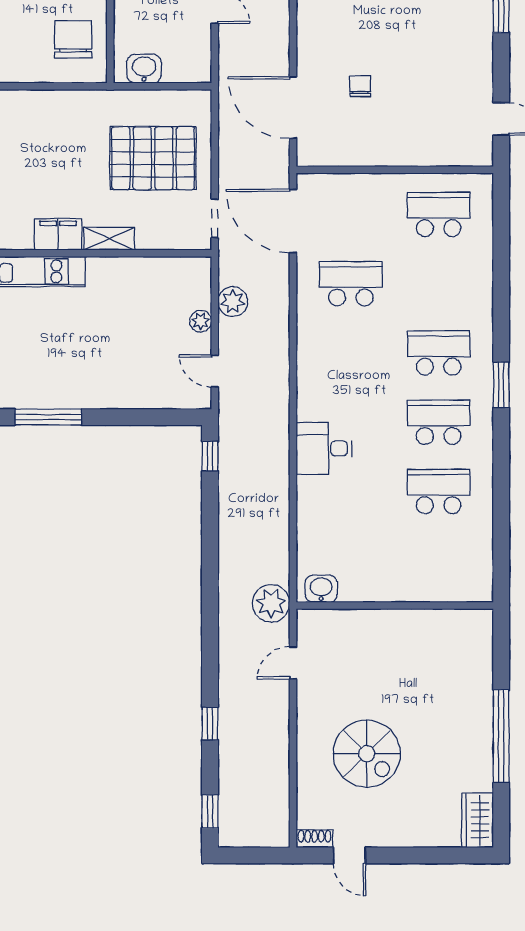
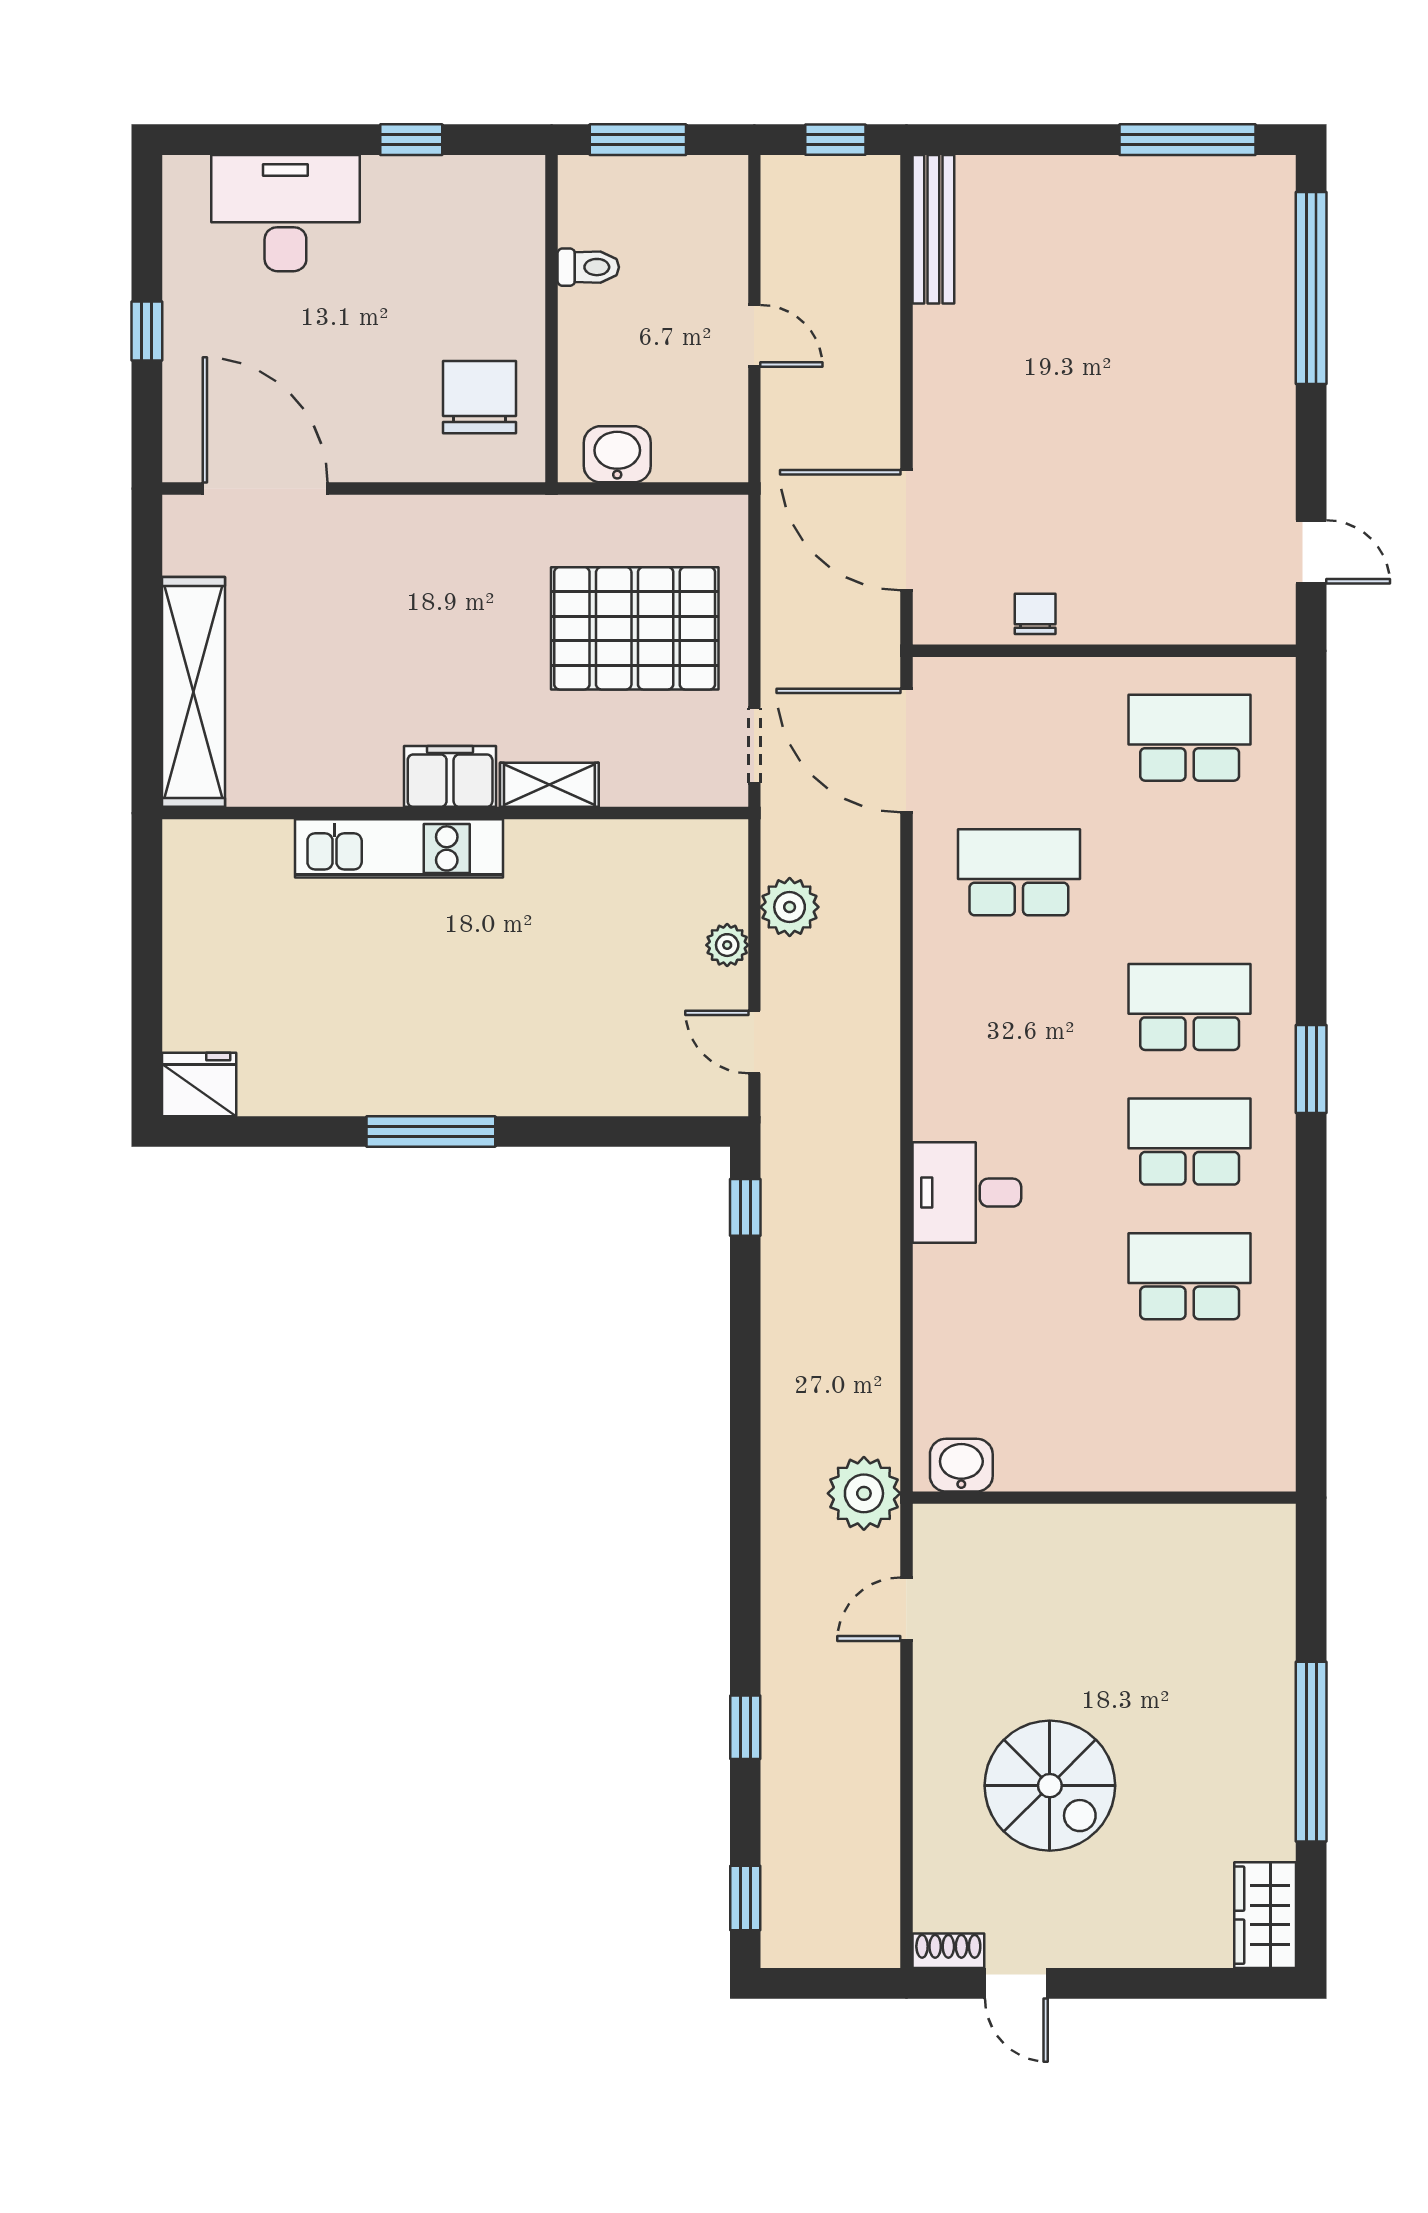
chair: (360, 86) -> (1035, 614), moved

